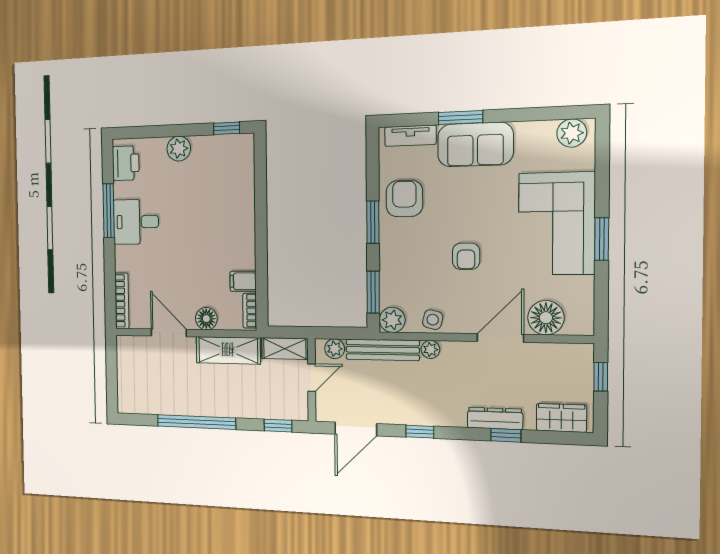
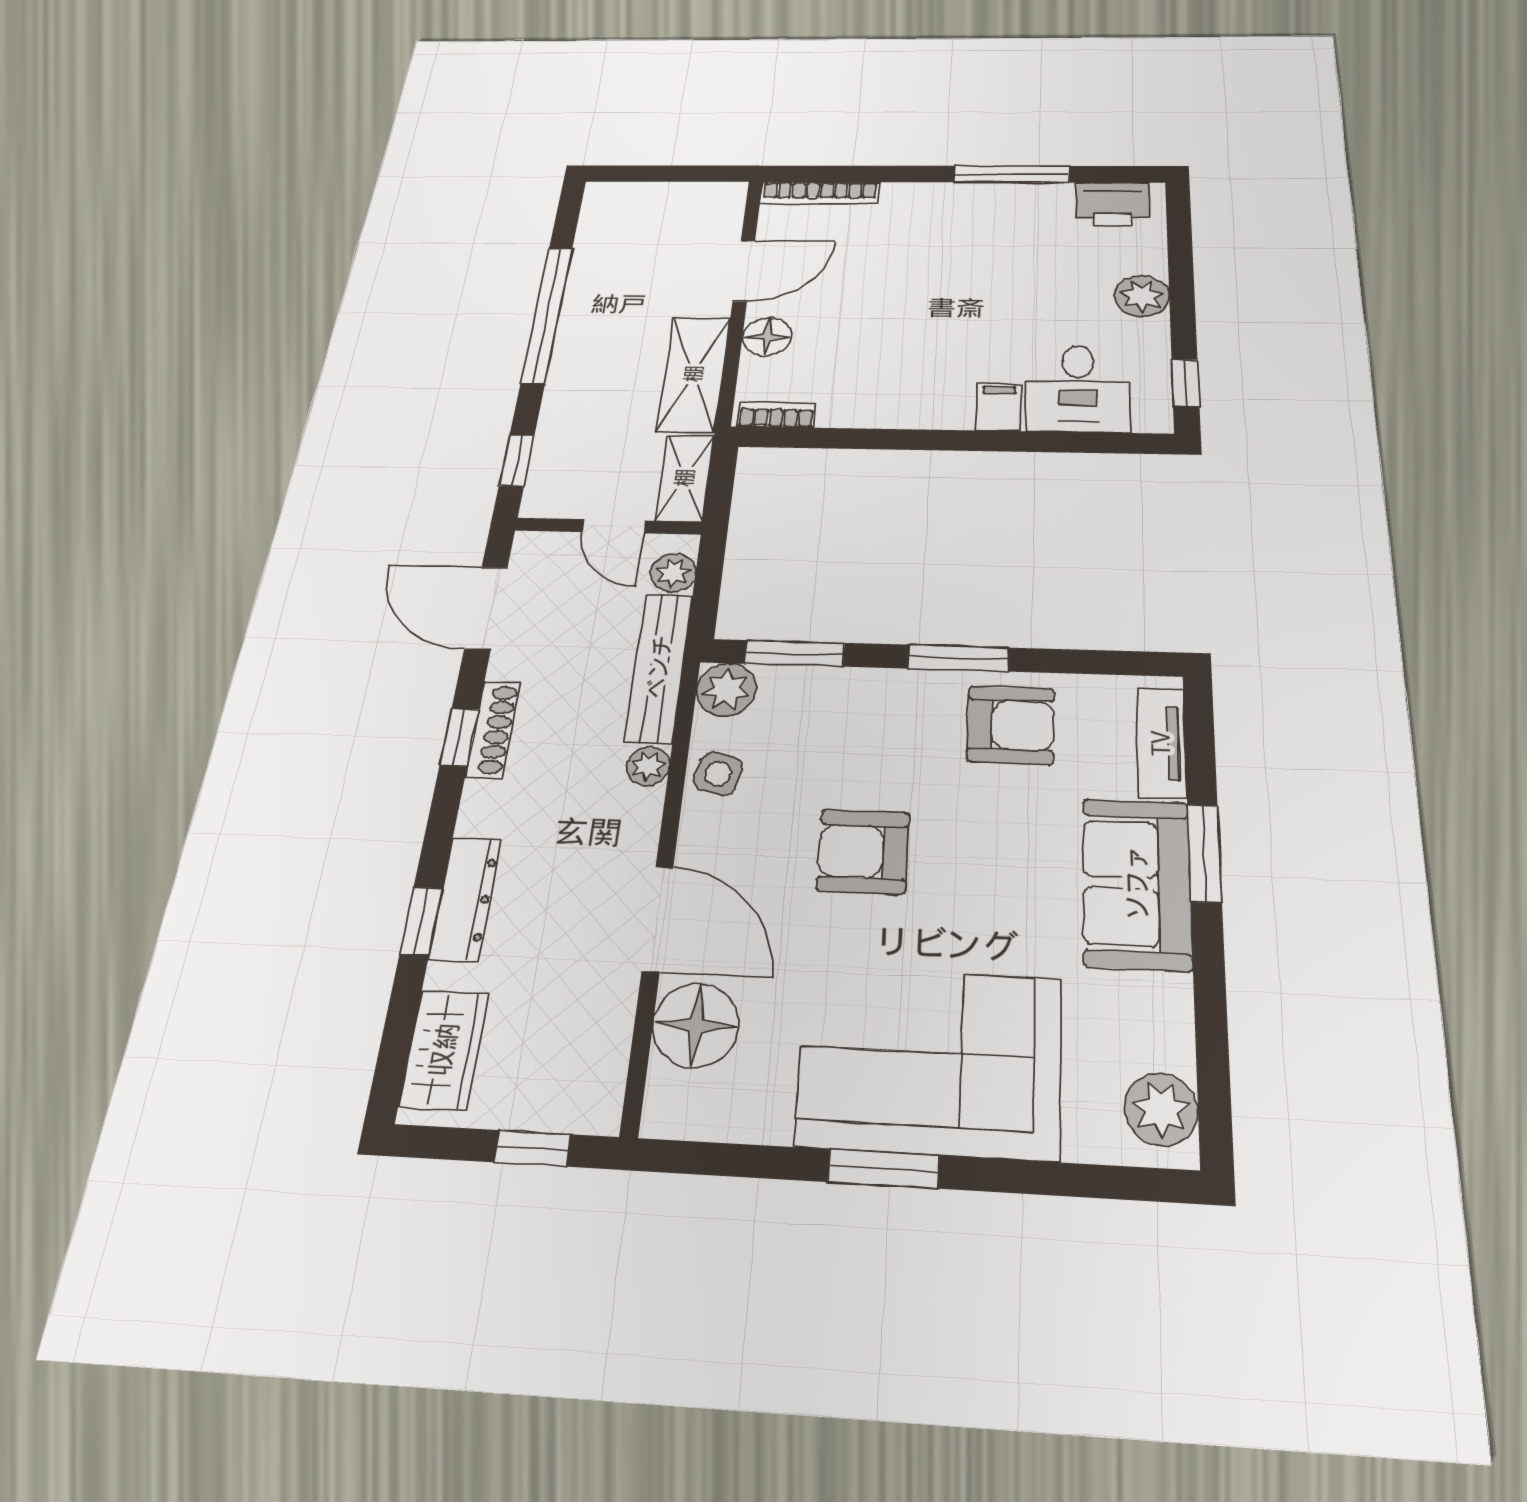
desk: (136, 222) -> (1078, 388), moved, turned 180
armchair: (466, 256) -> (863, 852), width x1.38, depth x1.38
filing cabinet: (243, 281) -> (999, 407), moved
shoe rack: (415, 418) -> (493, 729), added

